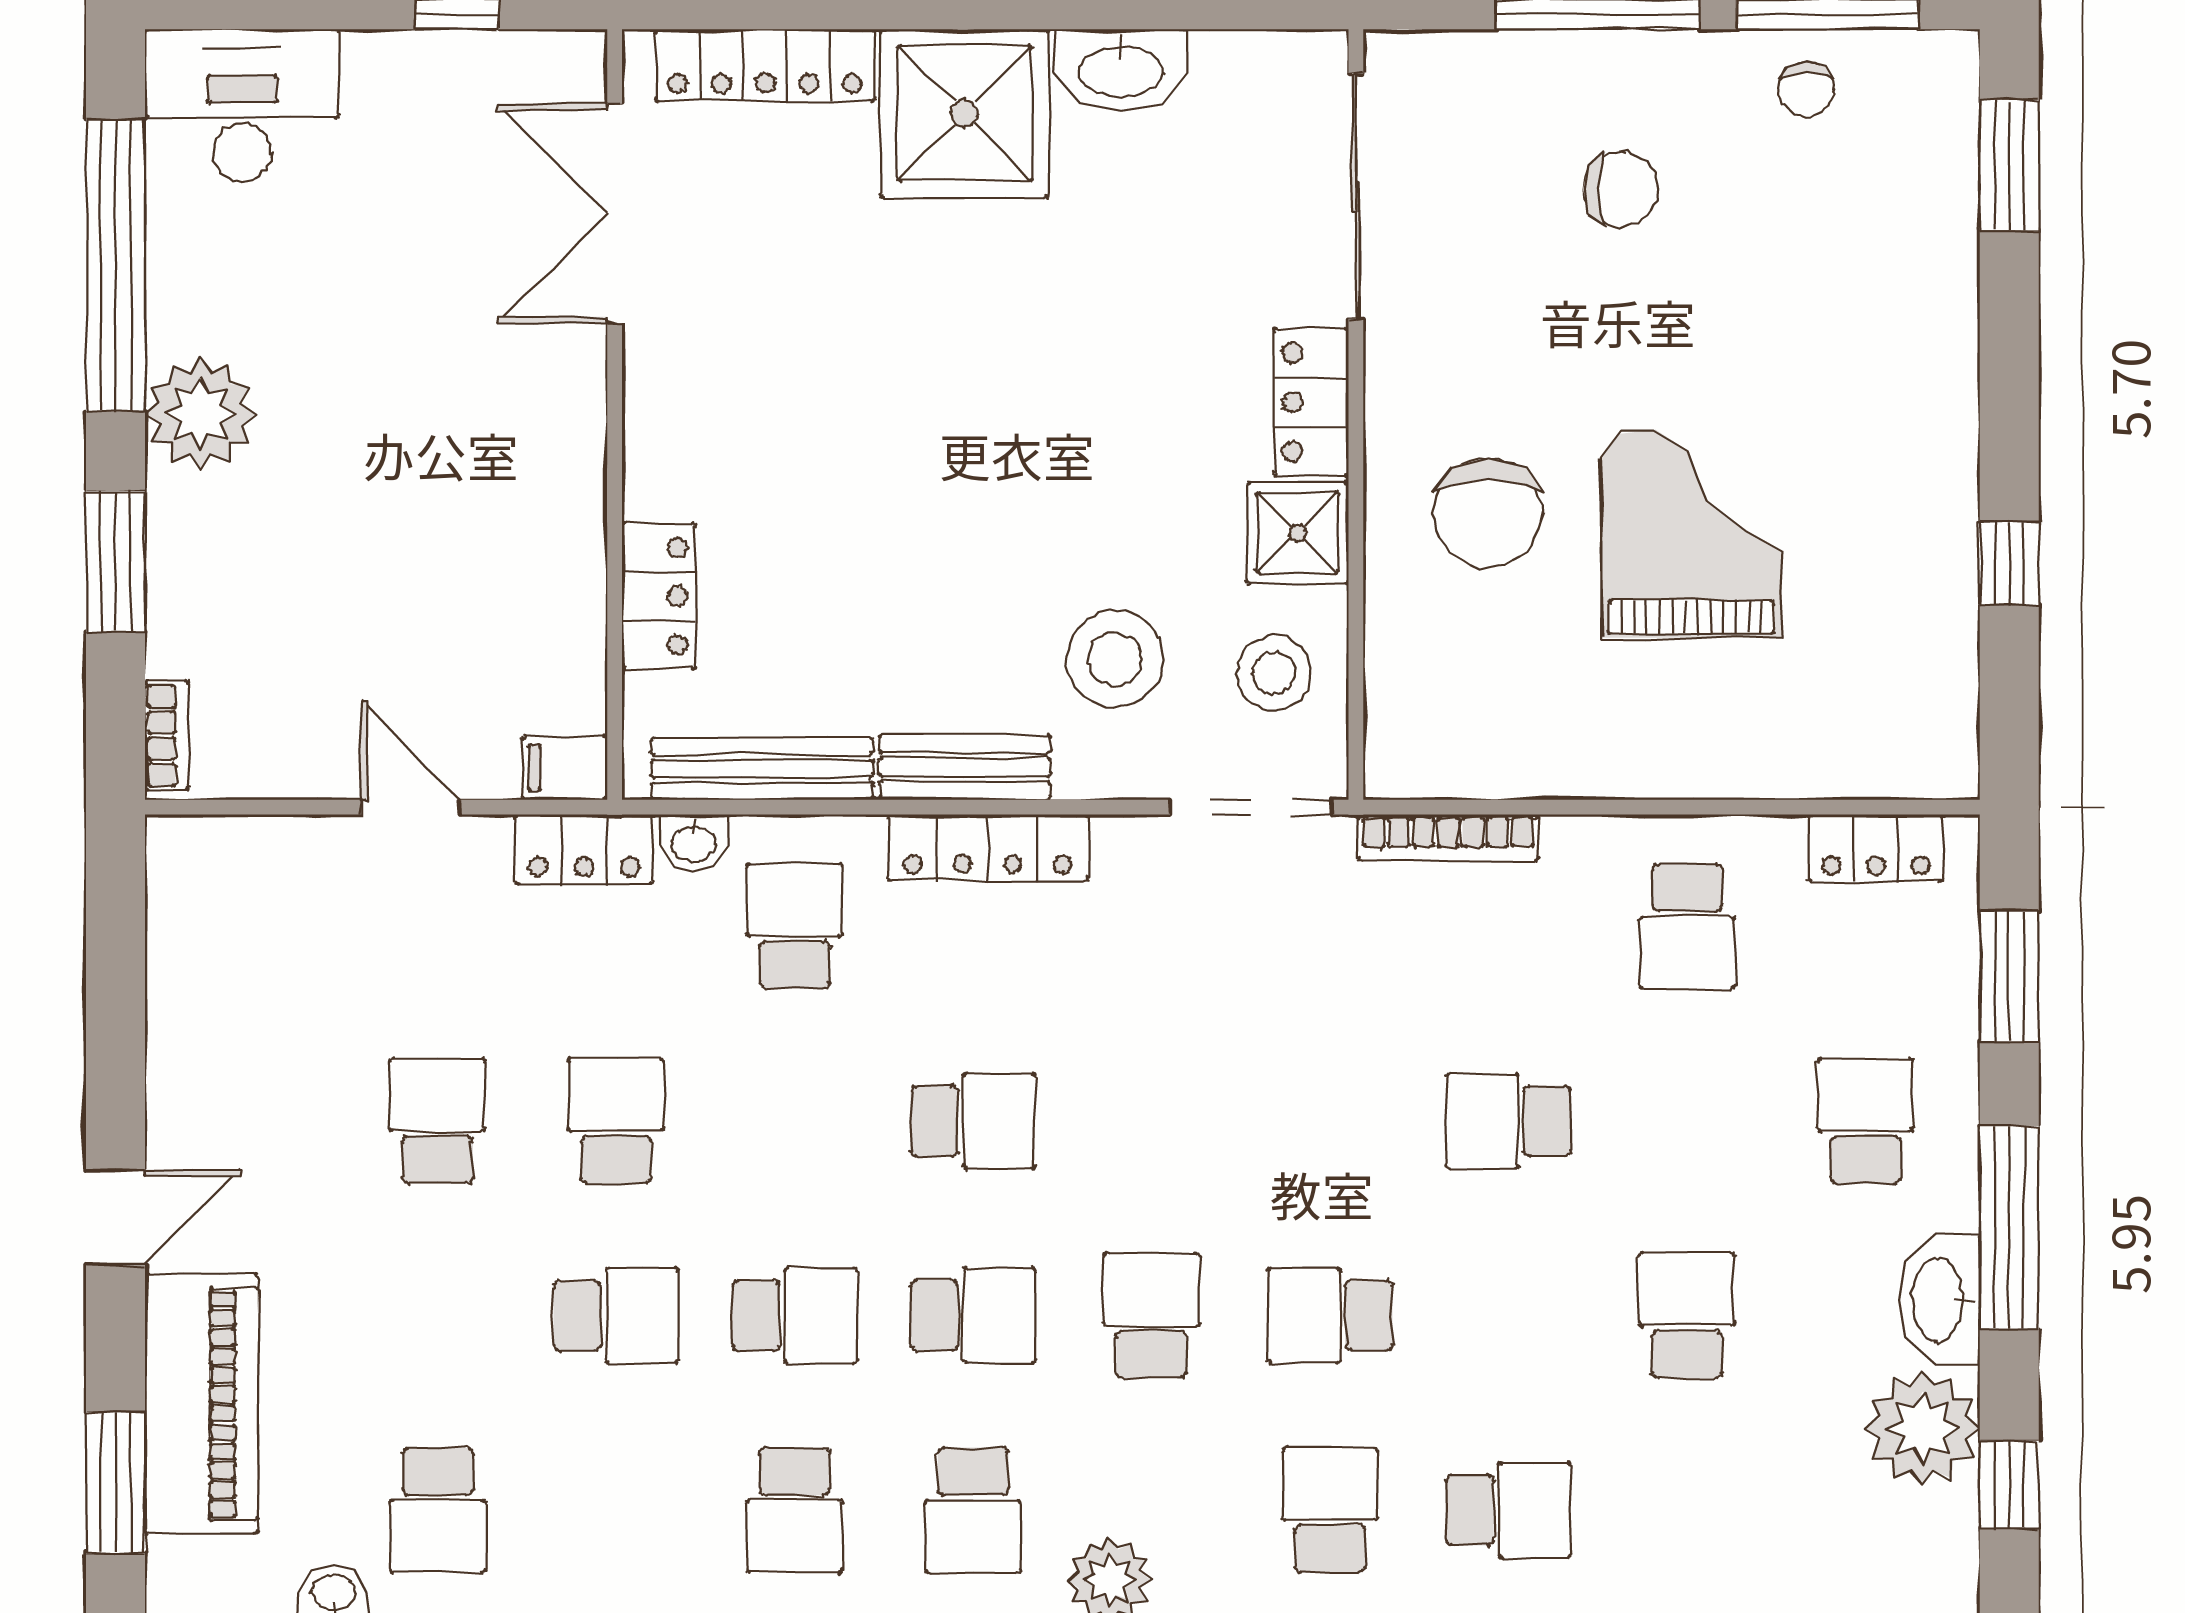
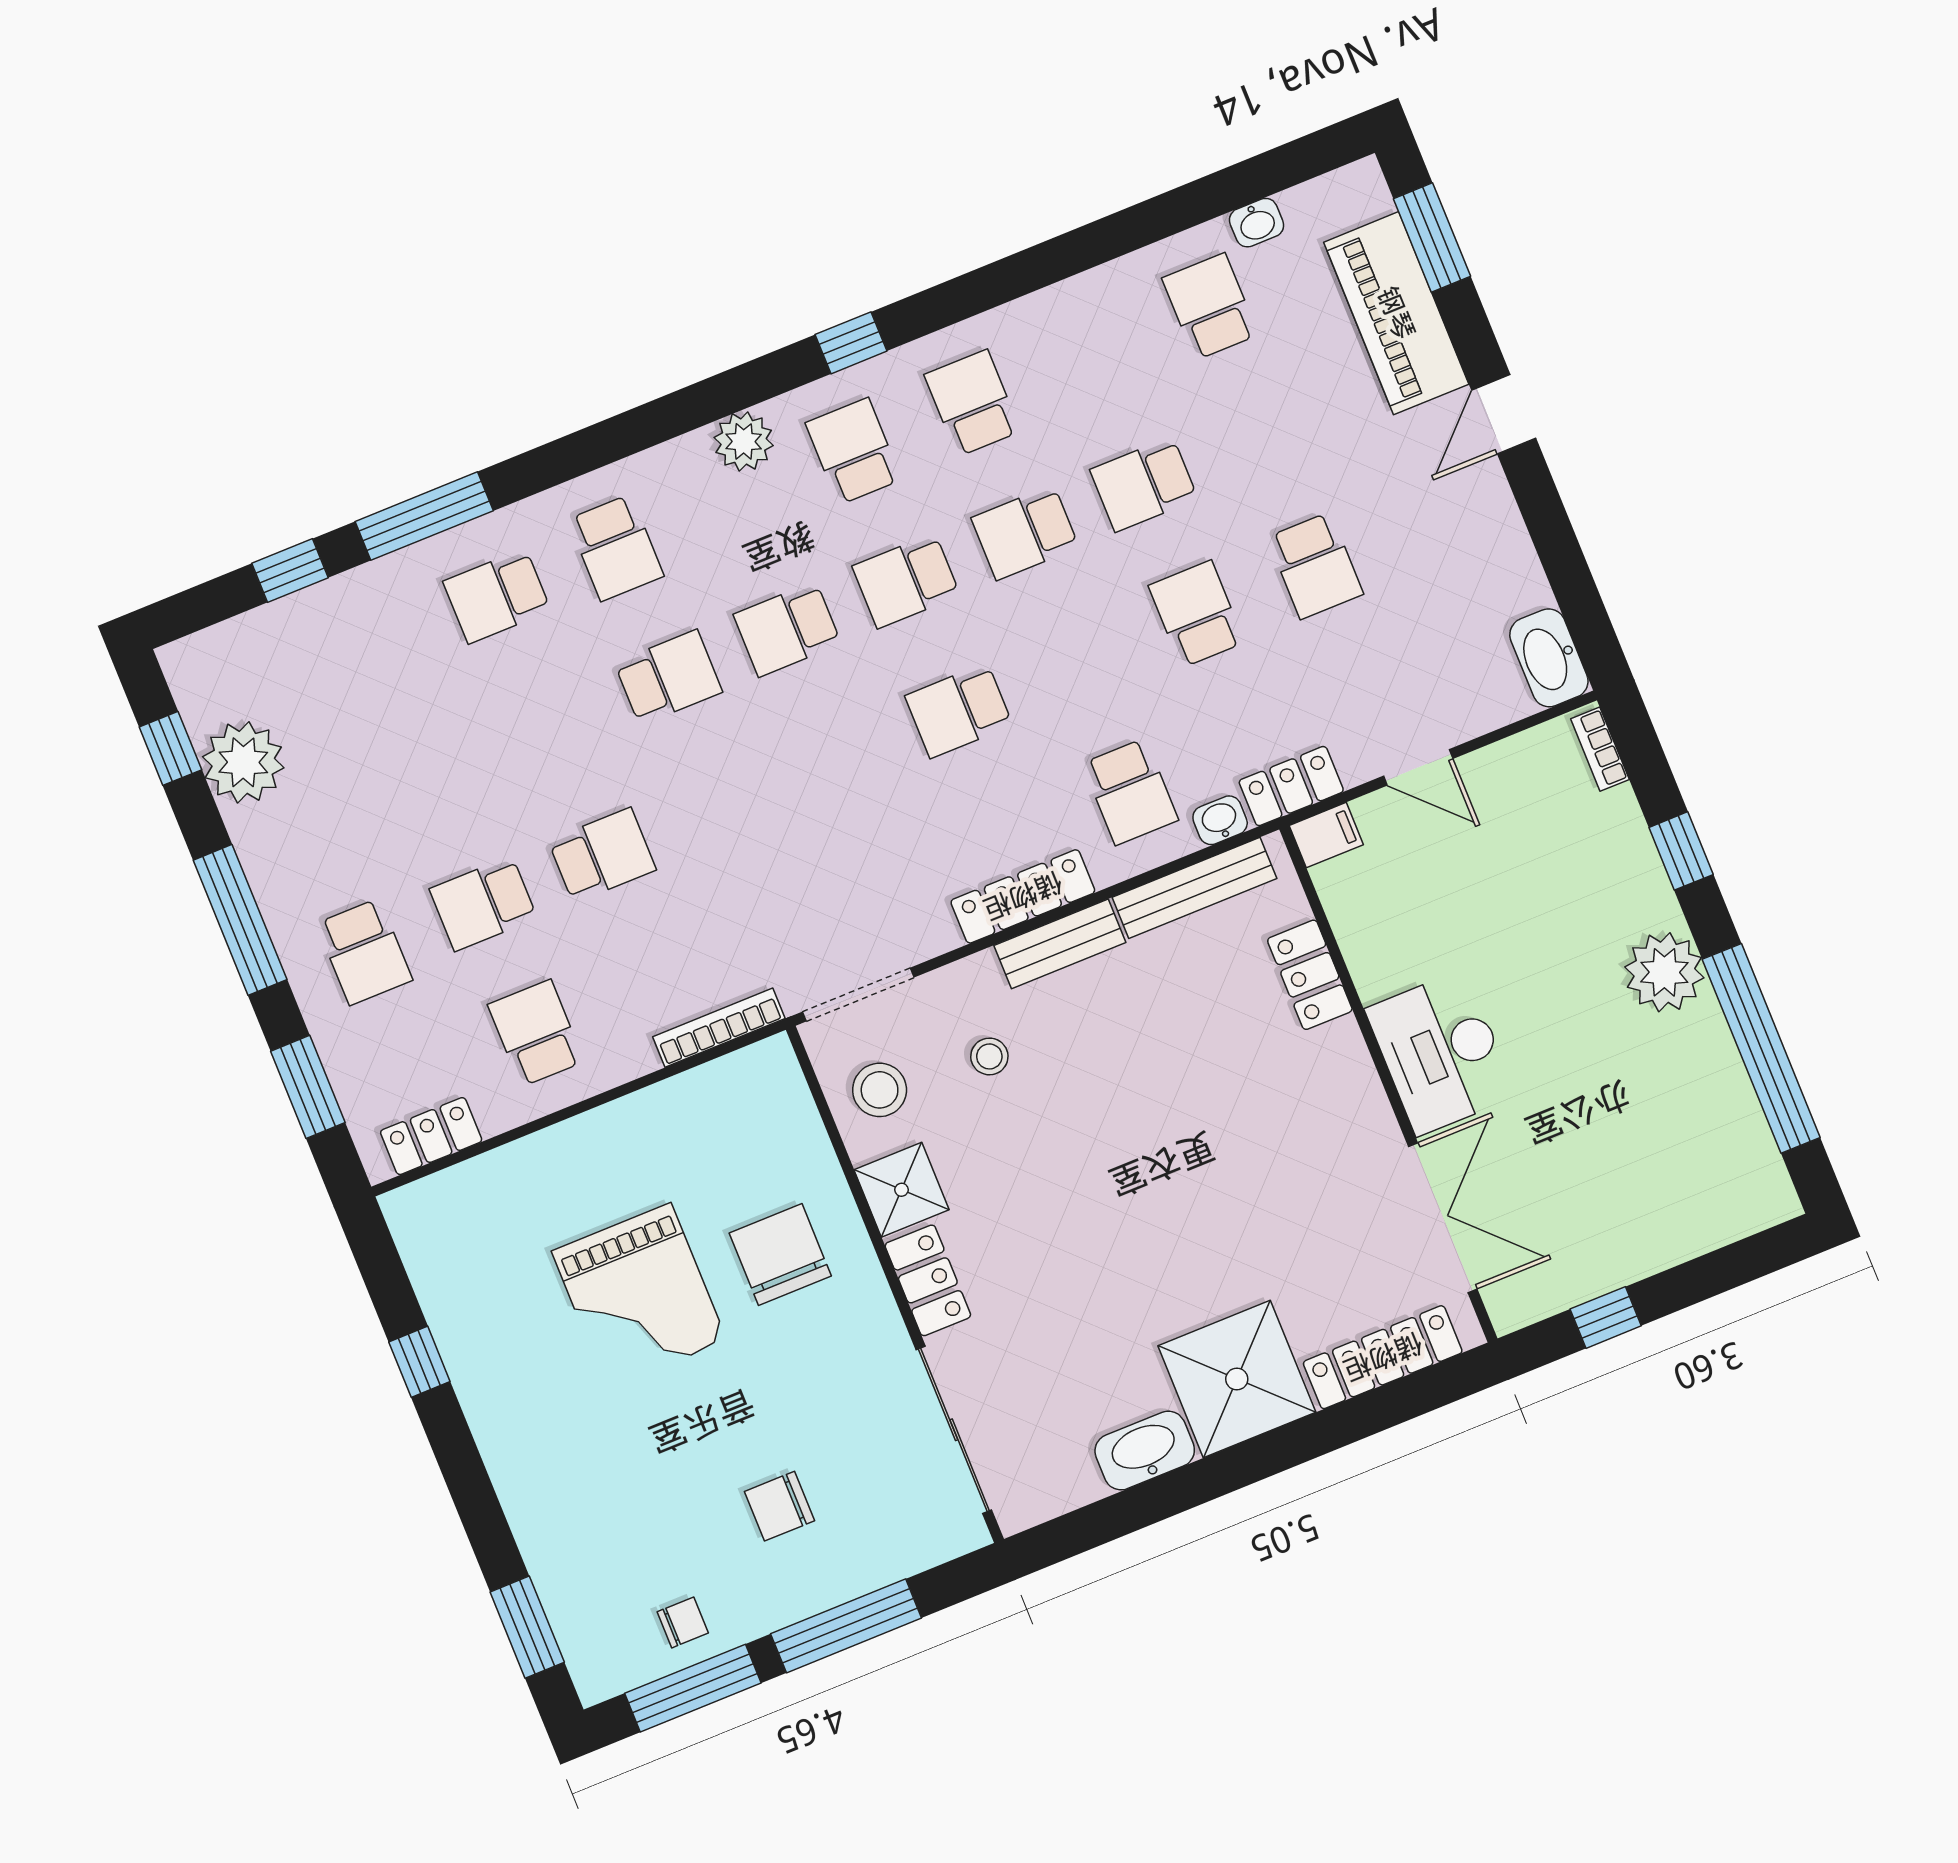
chair: (1806, 90) -> (683, 1622), turned 90
desk: (242, 106) -> (1441, 1053), moved, turned 90
window: (115, 562) -> (1681, 851), width x0.67
stool: (1115, 659) -> (989, 1056), width x0.53, depth x0.53
school desk: (616, 1121) -> (1196, 614), turned 180
washbasin: (1940, 1300) -> (1549, 658), moved, turned 180
school desk: (1152, 1315) -> (787, 629), turned 90
school desk: (1687, 1315) -> (483, 904), moved, turned 90

